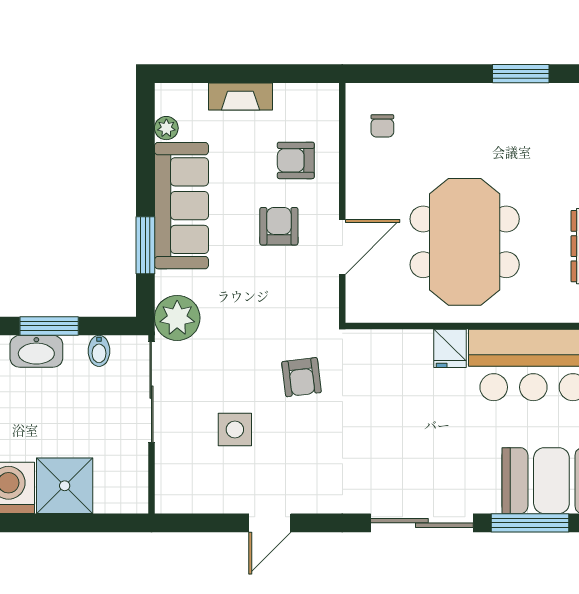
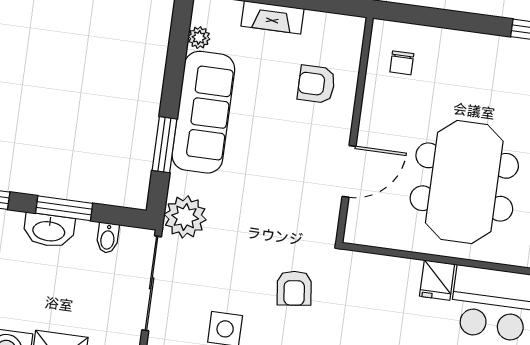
armchair: (279, 226) -> (292, 144), removed

